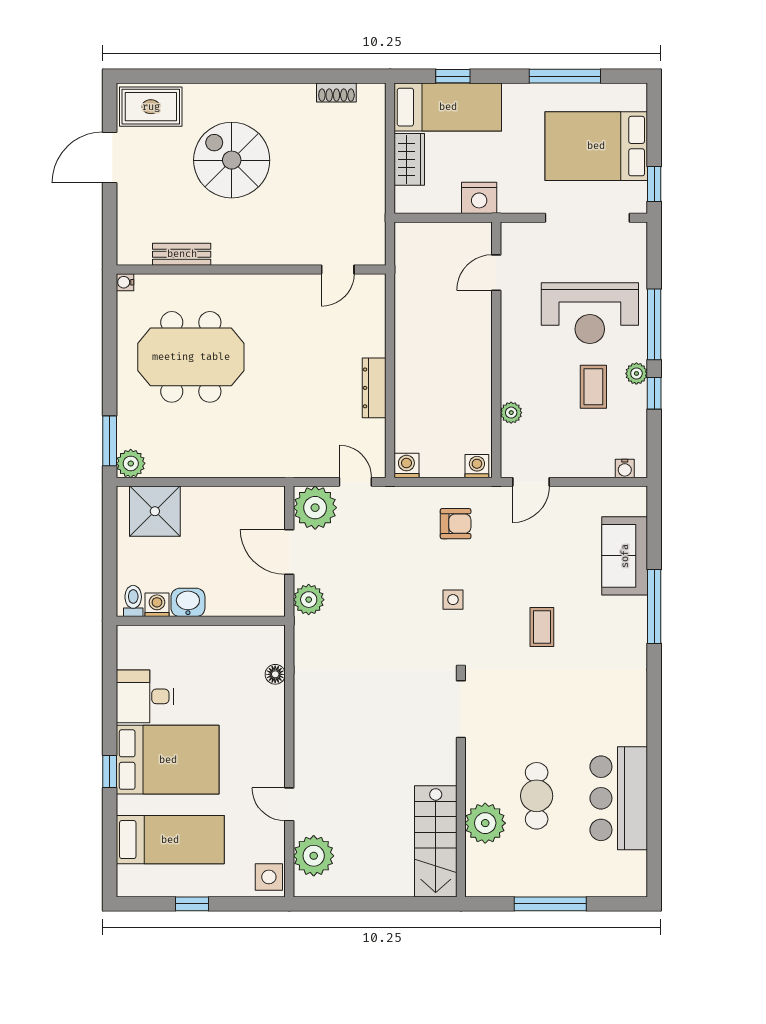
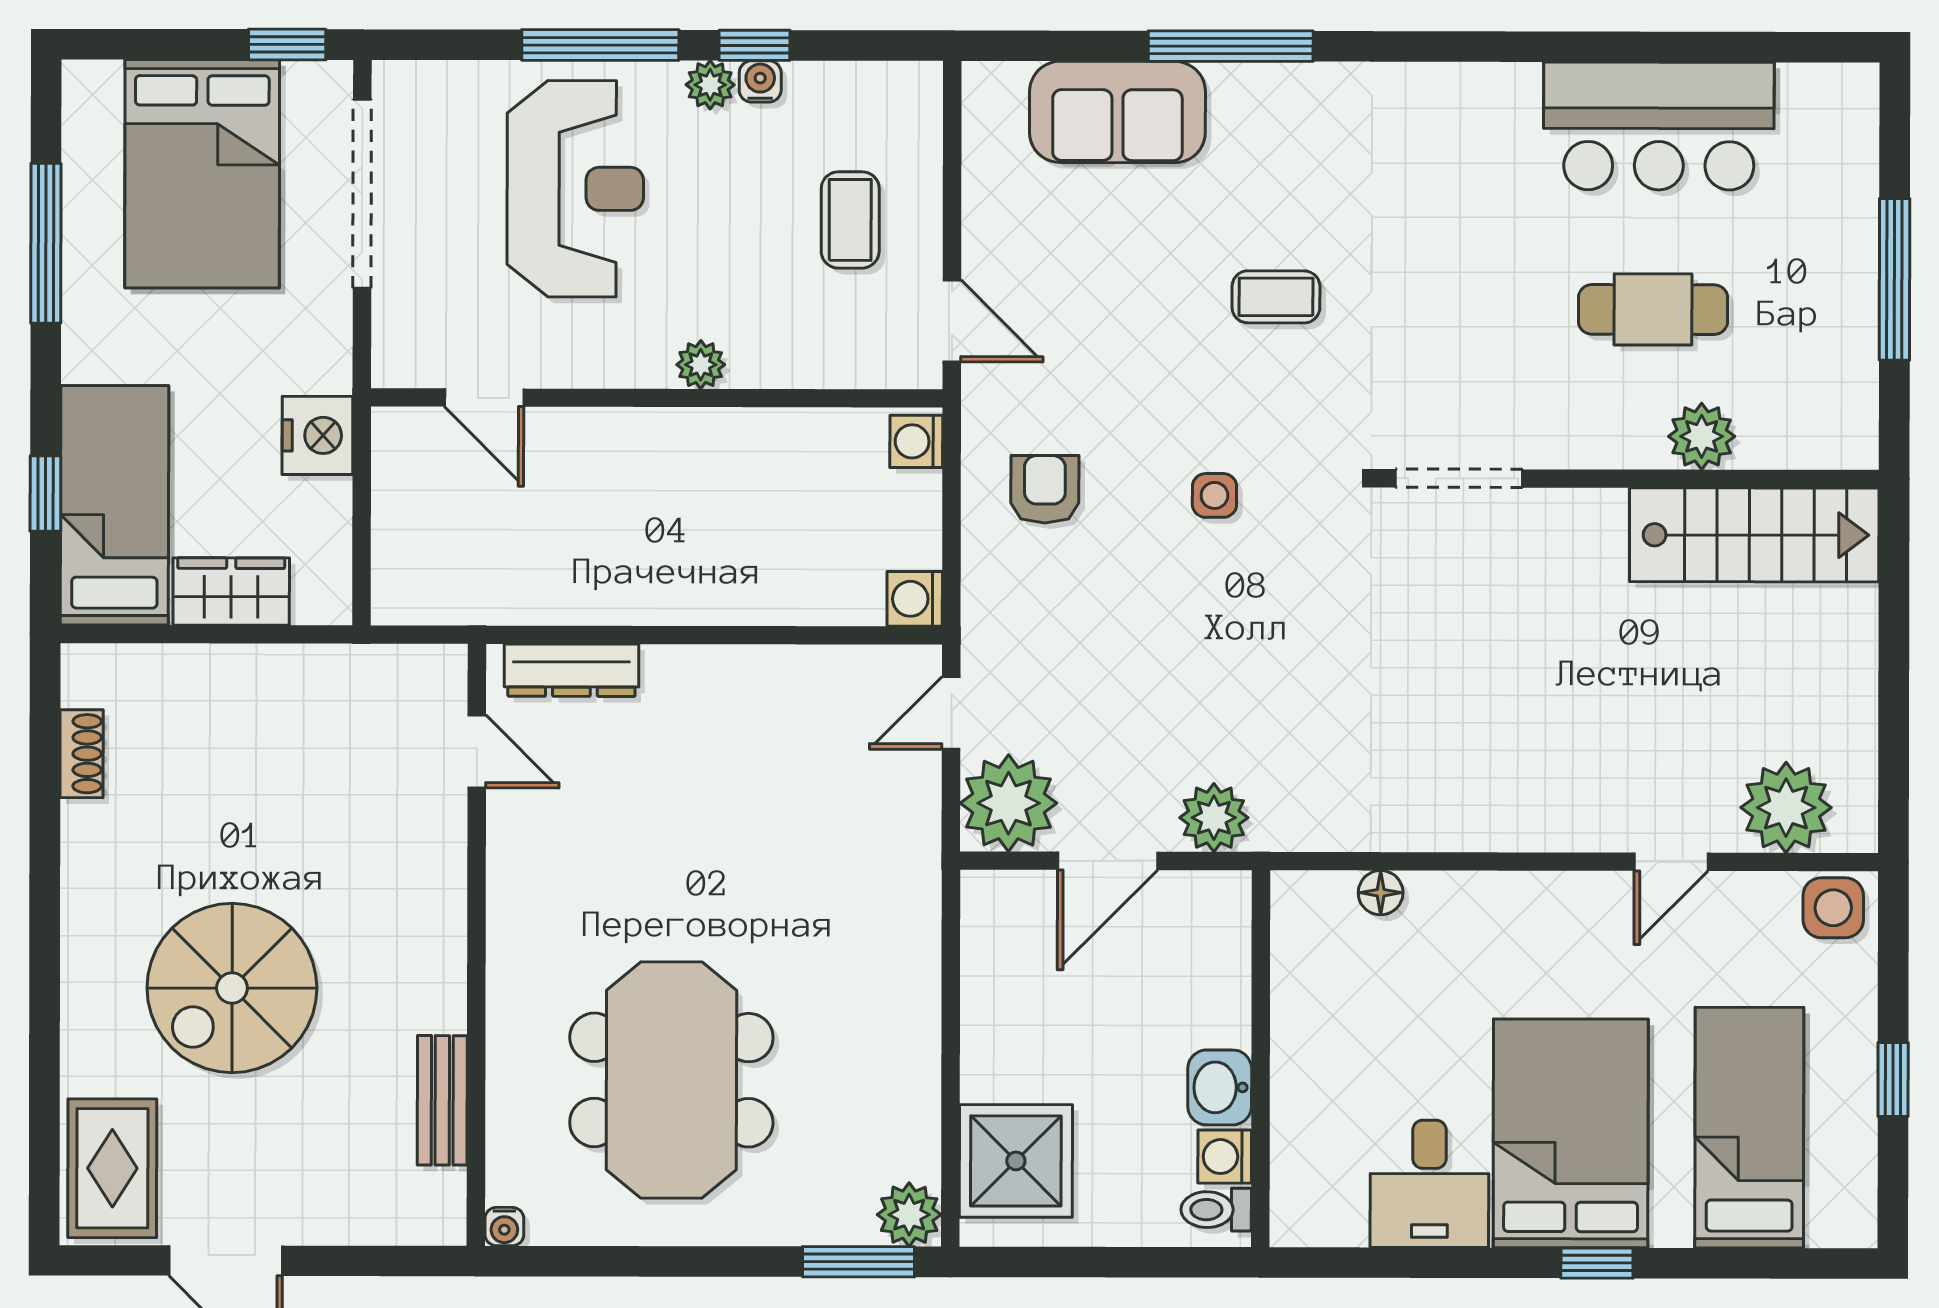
coffee table: (593, 387) -> (850, 220), moved, turned 90
dresser: (374, 388) -> (571, 670), moved
plant: (511, 413) -> (701, 365), moved
water cooler: (625, 468) -> (760, 81), moved, turned -90
plant: (485, 823) -> (1702, 436), width x0.73, depth x0.73

